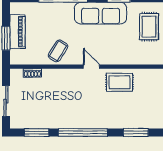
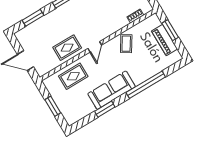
rug: (149, 27) -> (73, 76), moved, turned 90
door: (91, 67) -> (95, 47), hinge flipped

